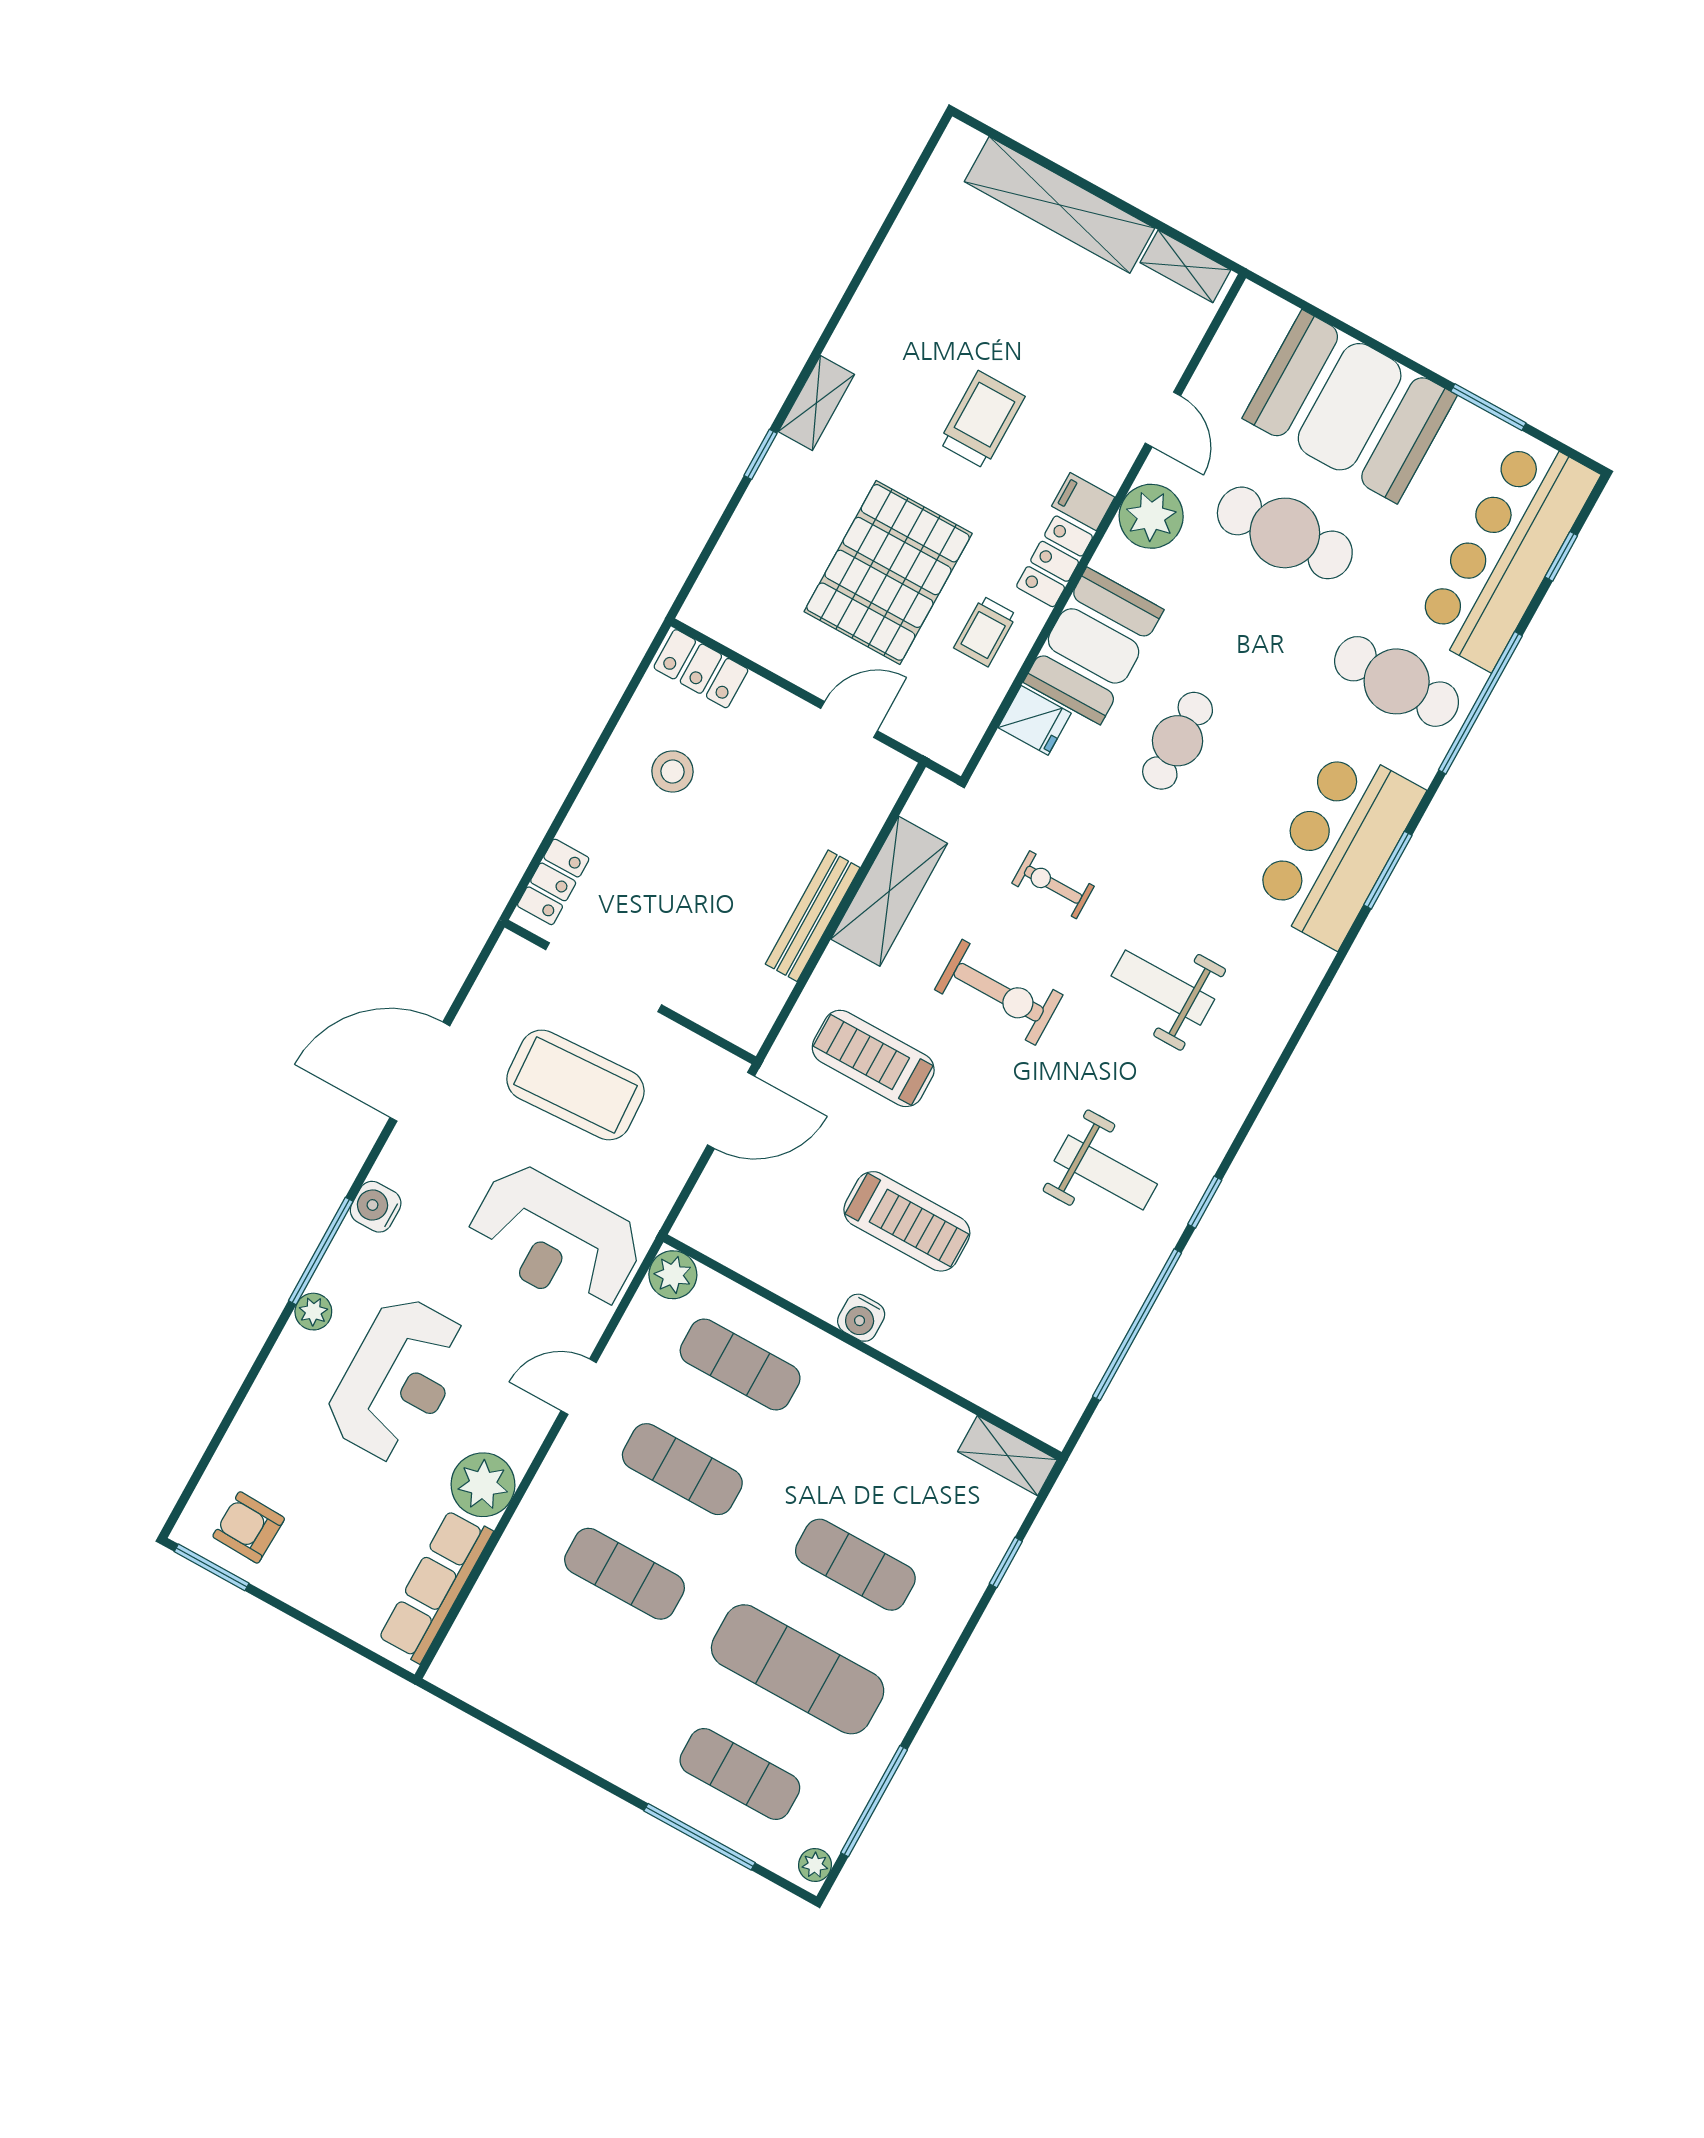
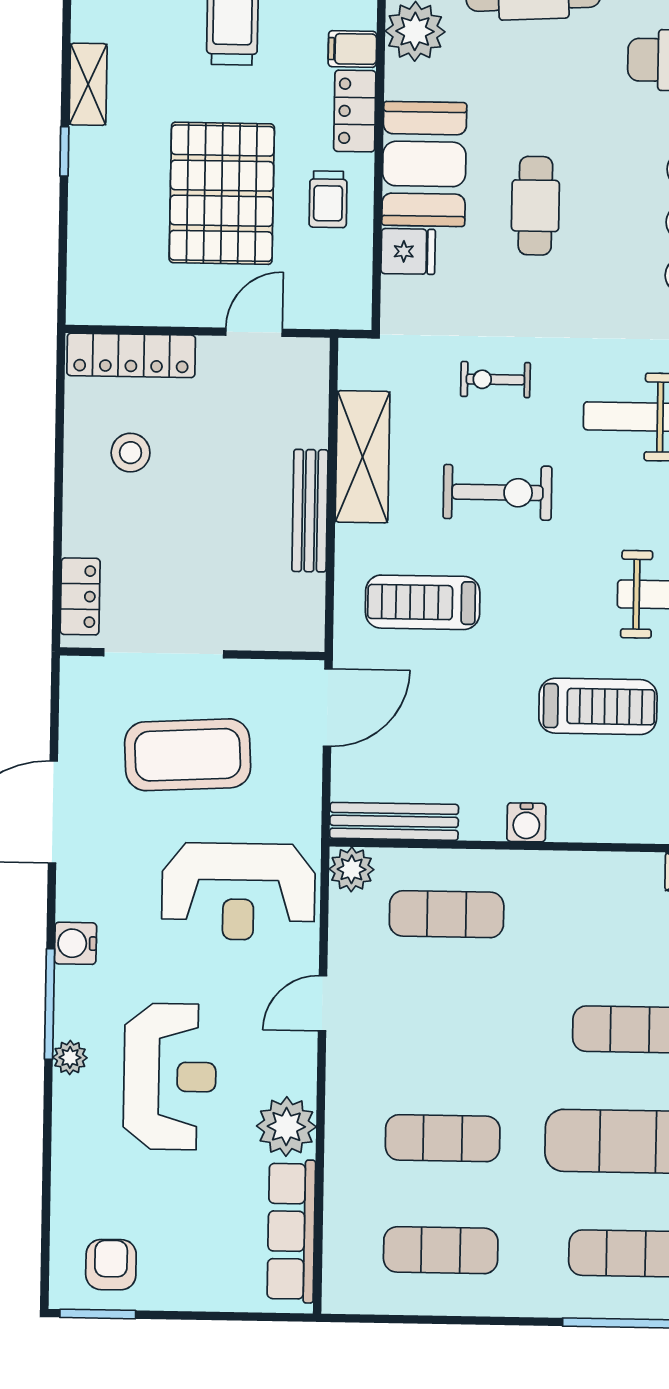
locker: (701, 669) -> (131, 355), width x1.53
treadmill: (907, 1221) -> (598, 706), moved
bench: (737, 1251) -> (394, 821), added
exercise mat: (682, 1469) -> (441, 1250), moved
armchair: (249, 1527) -> (111, 1265), turned 88

